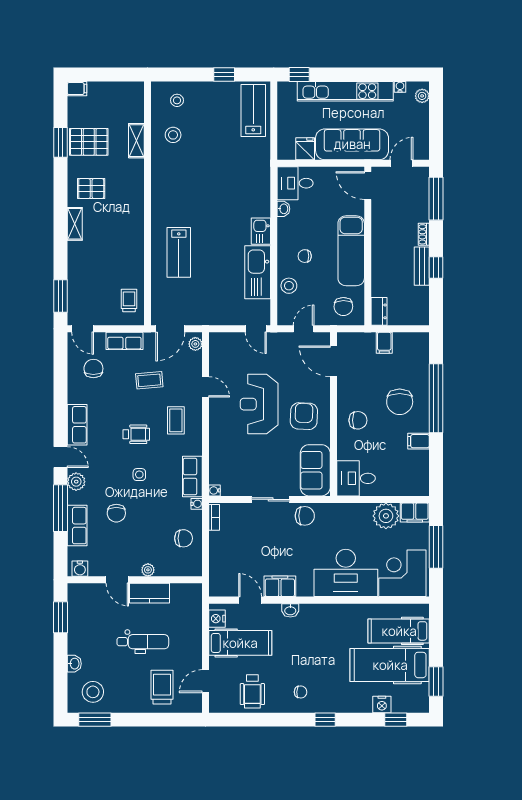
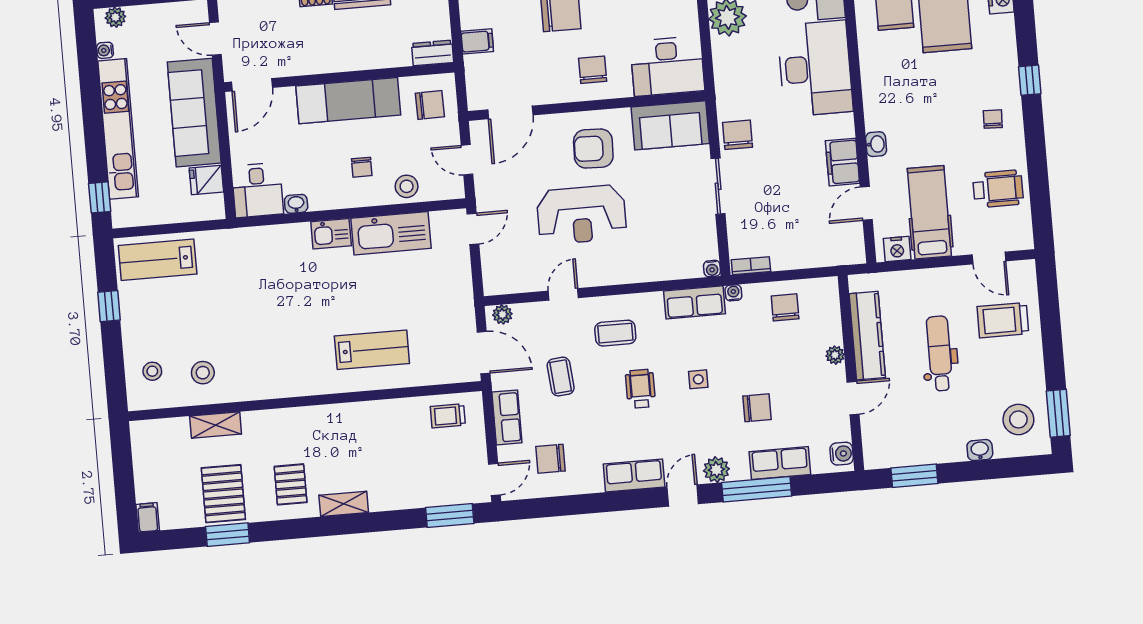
desk: (356, 478) -> (667, 66), width x1.37
kitchen counter: (149, 593) -> (867, 336), width x1.50

